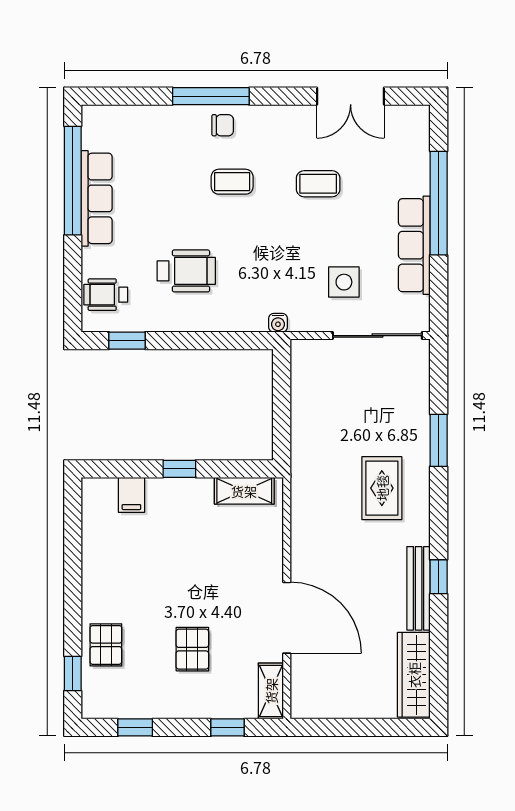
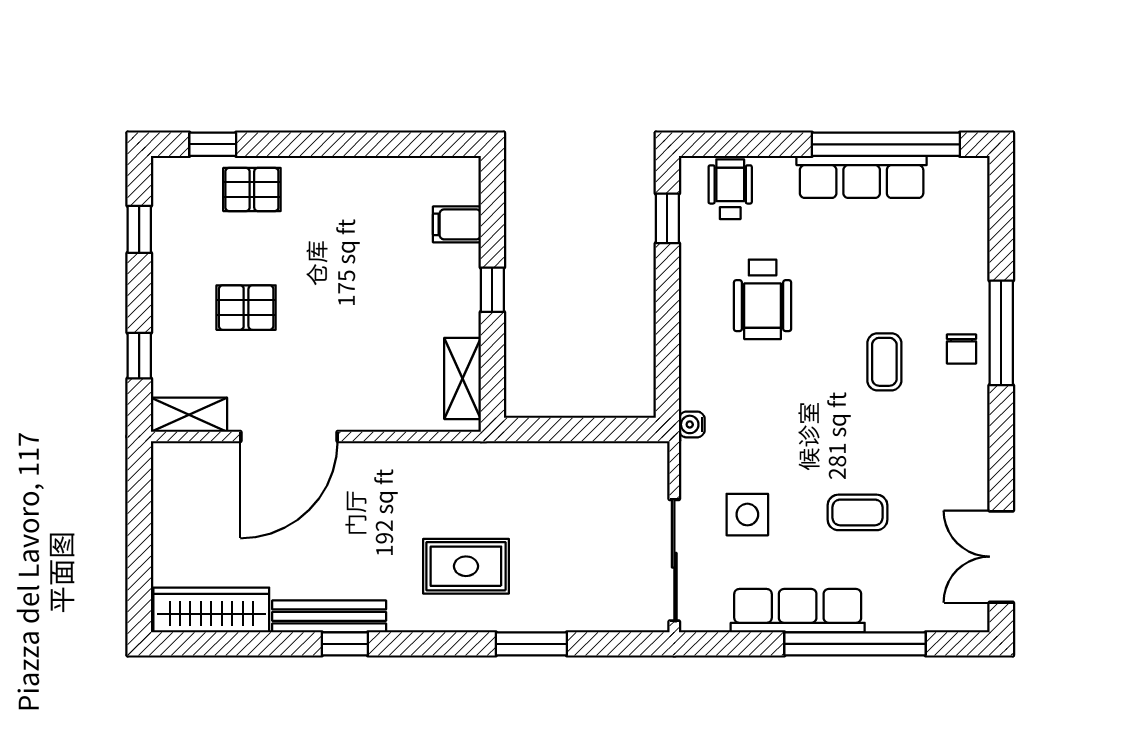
double door: (351, 96) -> (1001, 557), moved
coffee table: (318, 184) -> (857, 512), moved, turned 90

